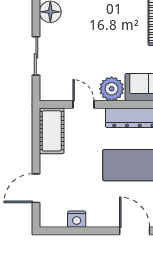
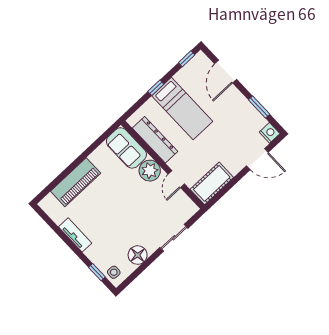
nightstand: (77, 219) -> (270, 133), moved
window: (79, 231) -> (259, 107), added

